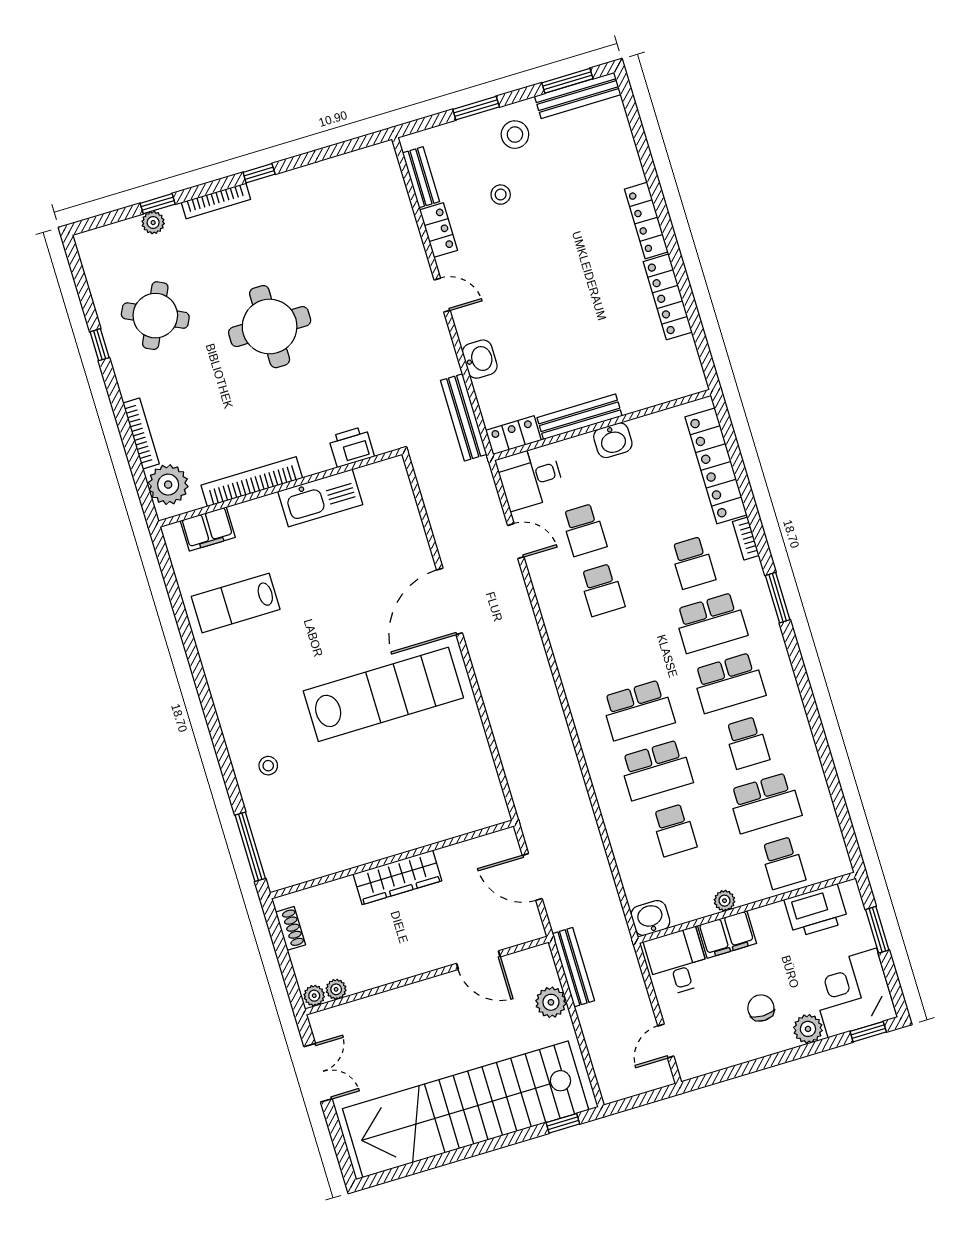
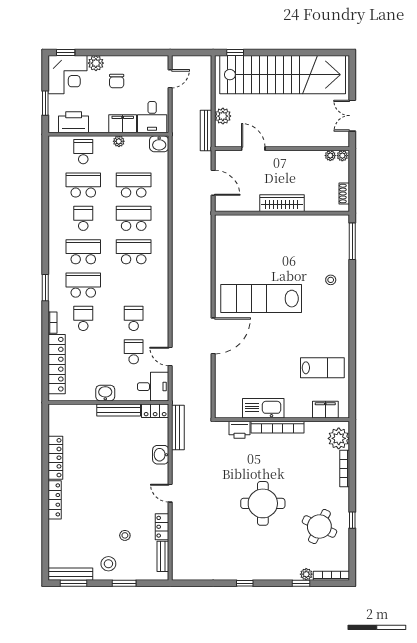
bookcase: (216, 201) -> (331, 576), moved
bookcase: (252, 482) -> (277, 427), moved
school desk: (674, 830) -> (134, 185), width x1.85

